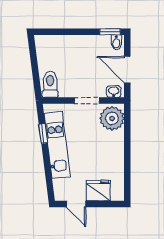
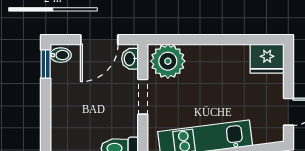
fridge: (98, 190) -> (267, 59), moved, turned -90

